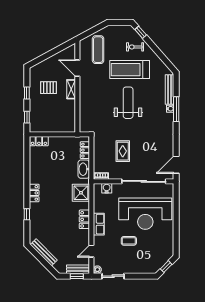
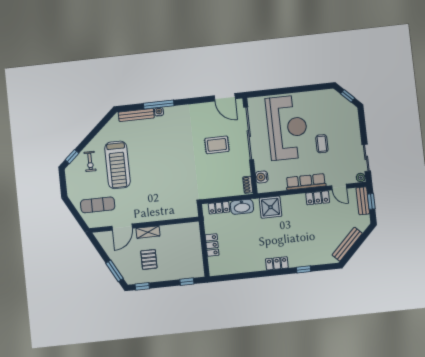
window: (42, 58) -> (115, 271), added
window: (27, 93) -> (142, 286), moved
weight bench: (128, 103) -> (157, 162), removed
locker: (39, 141) -> (212, 245), moved
rug: (123, 151) -> (217, 145), moved
locker: (84, 219) -> (318, 198), moved
row of seats: (99, 224) -> (306, 182), width x1.48

